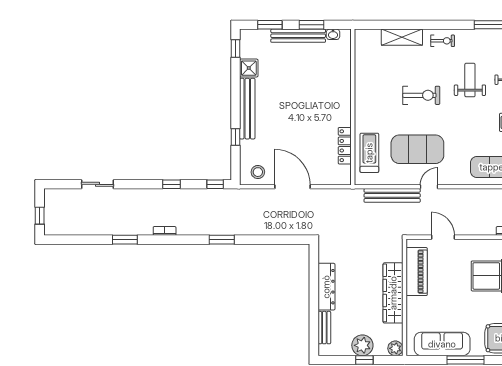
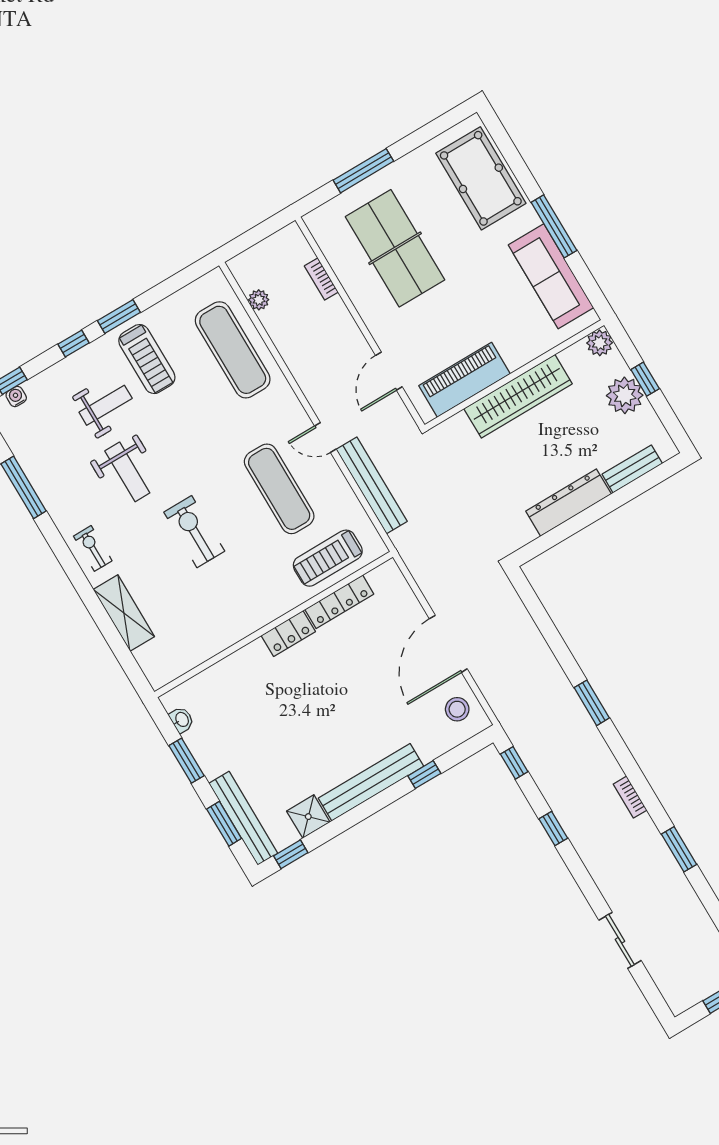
bench: (298, 36) -> (243, 818), moved
weight bench: (470, 80) -> (127, 472), turned -90
locker: (344, 112) -> (288, 634), added
exercise mat: (417, 149) -> (279, 489), width x0.68

